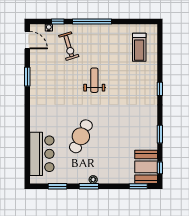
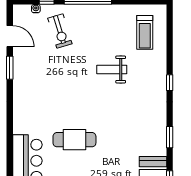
door: (27, 40) -> (10, 36), moved
weight bench: (94, 80) -> (112, 69), moved, turned -90
cafe table: (81, 136) -> (74, 140), turned 64

